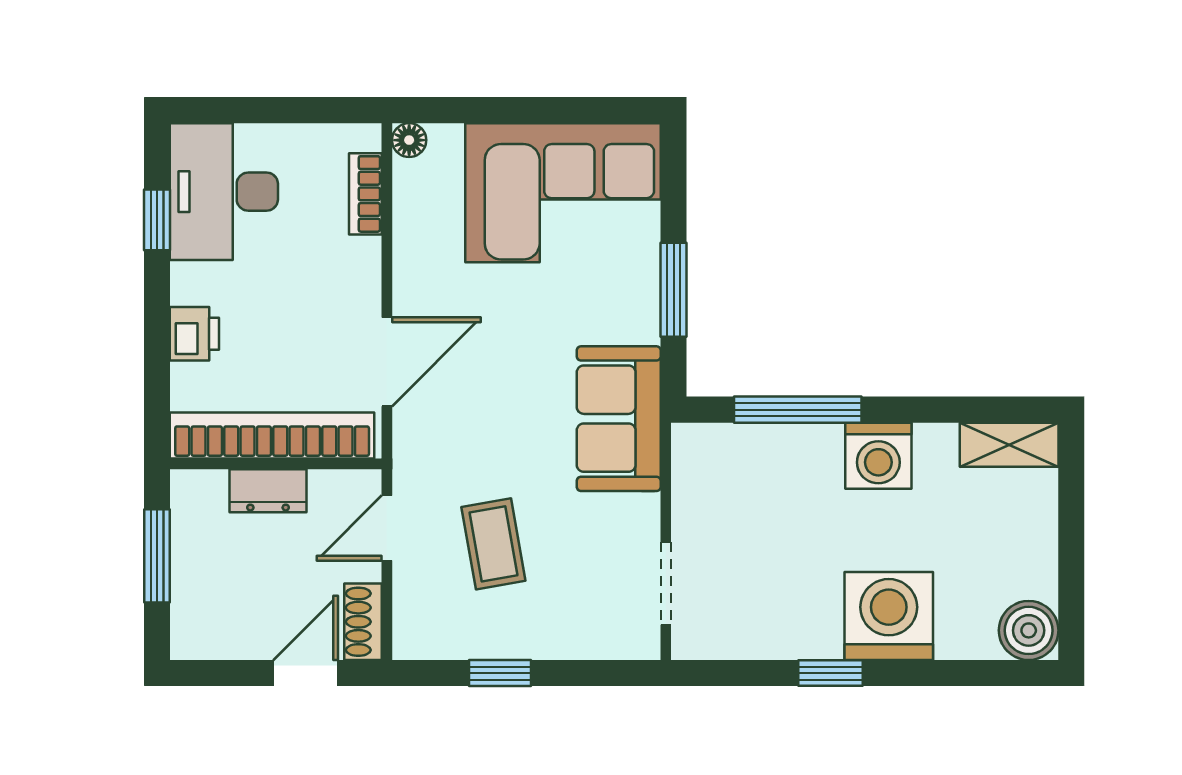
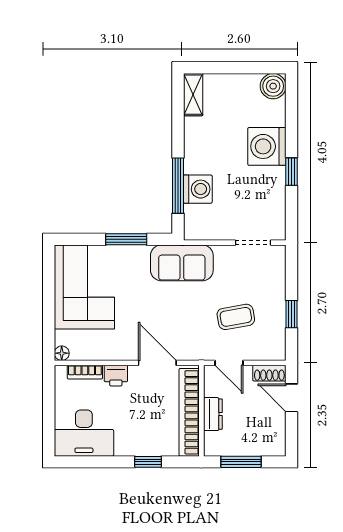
window: (157, 220) -> (148, 462), moved
printer: (194, 334) -> (116, 376), moved, turned 180
washing machine: (878, 456) -> (198, 189), moved

